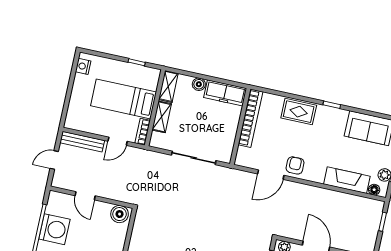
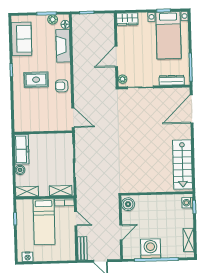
rug: (299, 112) -> (36, 80), moved, turned 90
shelving: (162, 117) -> (61, 191), moved
bookcase: (250, 118) -> (35, 126), removed
bench: (82, 142) -> (82, 248), width x0.73
door: (271, 175) -> (73, 118), moved

